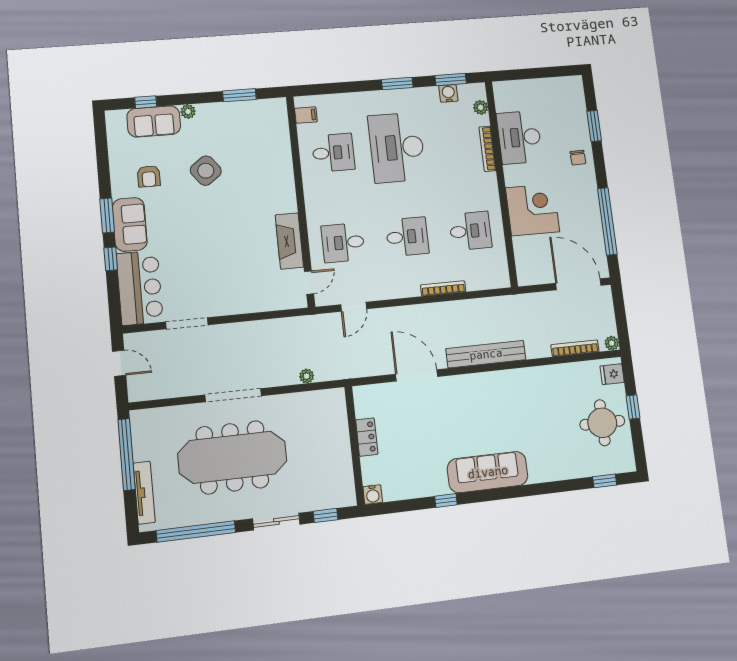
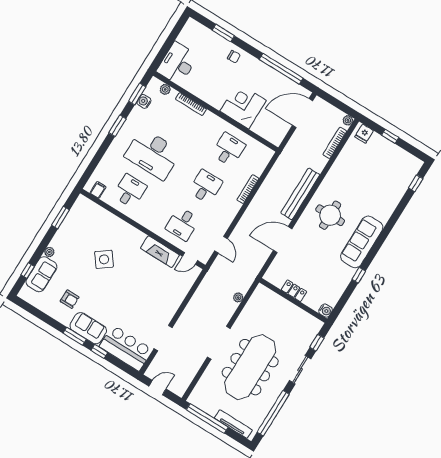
desk: (519, 137) -> (177, 63), moved, turned 90
side table: (206, 171) -> (104, 259), moved
door: (309, 283) -> (190, 258), swing flipped
round table: (602, 423) -> (330, 215), moved

